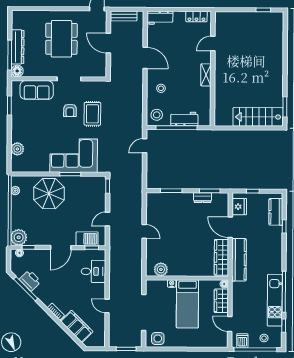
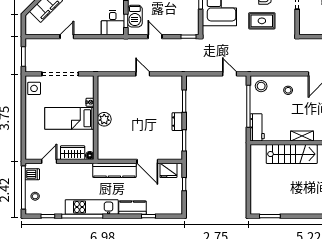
stairs: (258, 117) -> (292, 154), moved, turned 90
workbench: (184, 119) -> (257, 127), moved
dresser: (203, 198) -> (177, 122), moved
kitchen counter: (276, 212) -> (133, 208), moved
door: (230, 227) -> (147, 161), swing flipped
door: (144, 231) -> (143, 74), swing flipped
wardrobe: (221, 257) -> (117, 153), removed
plant: (161, 269) -> (104, 119), moved
desk: (93, 271) -> (113, 23), moved
kitchen unit: (275, 300) -> (92, 207), moved

